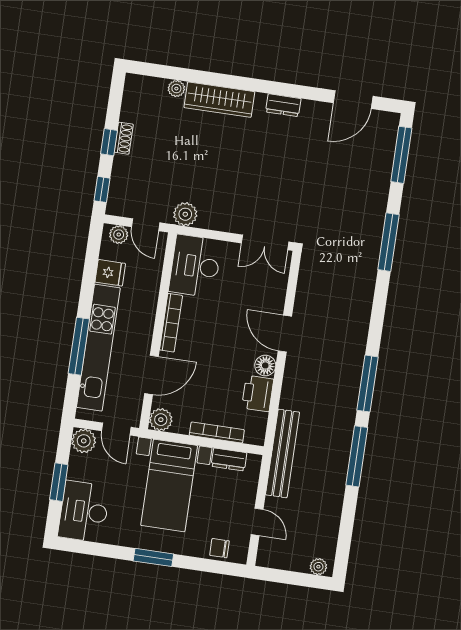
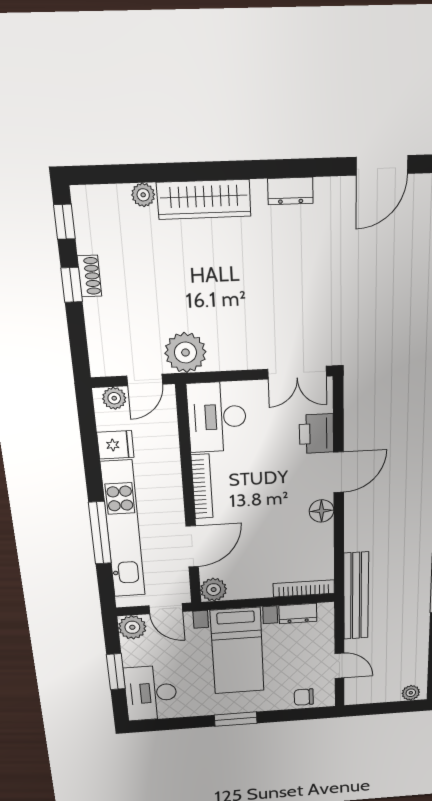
window: (102, 189) -> (64, 222), moved
plant: (185, 214) -> (185, 353), width x1.36, depth x1.36
door: (146, 225) -> (145, 380), hinge flipped
door: (285, 334) -> (339, 472), swing flipped
printer: (258, 394) -> (316, 434), moved
bookcase: (217, 433) -> (304, 588), moved

